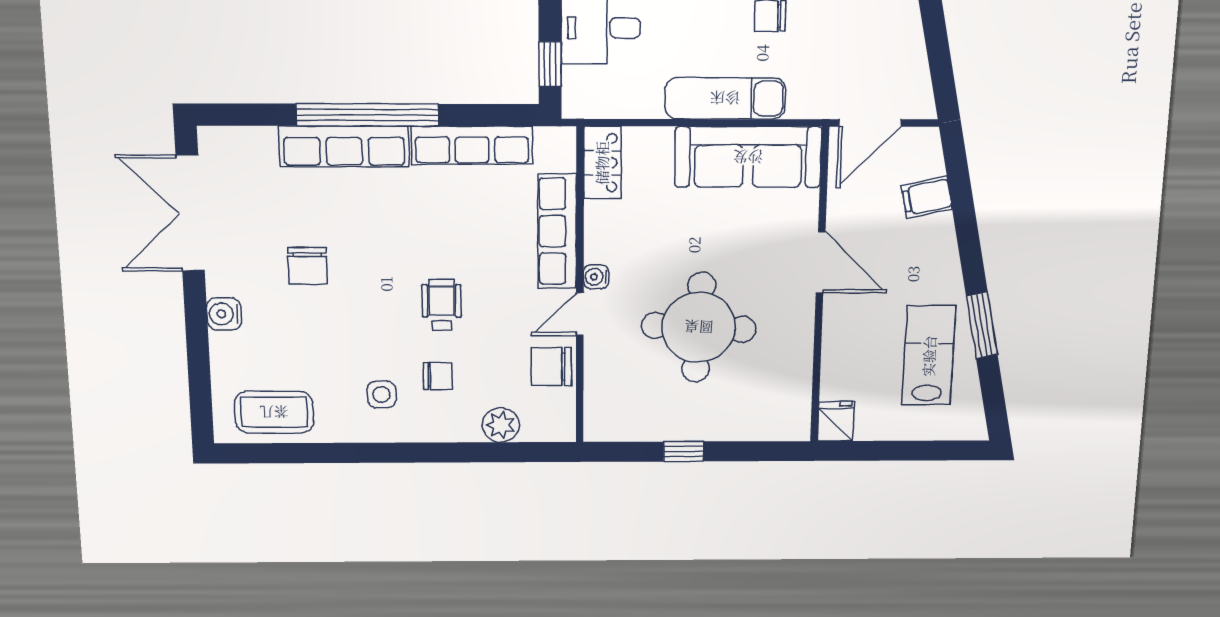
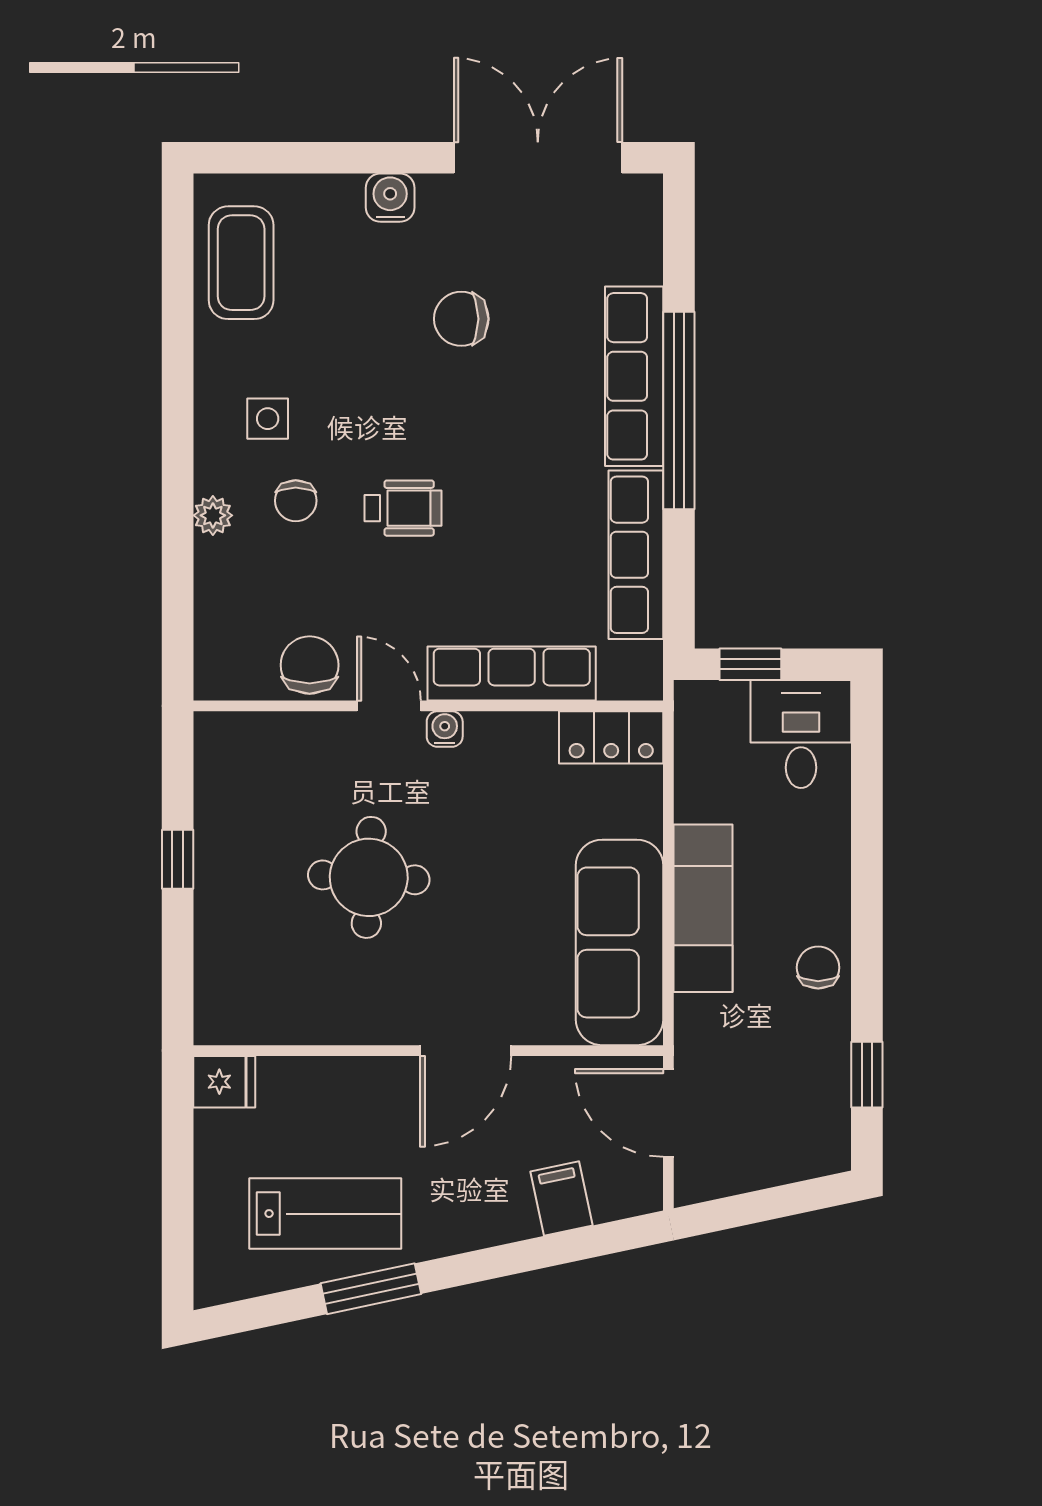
round table: (699, 327) -> (369, 877), width x0.73, depth x0.73
plant: (501, 425) -> (213, 515), moved, width x0.73, depth x0.73

